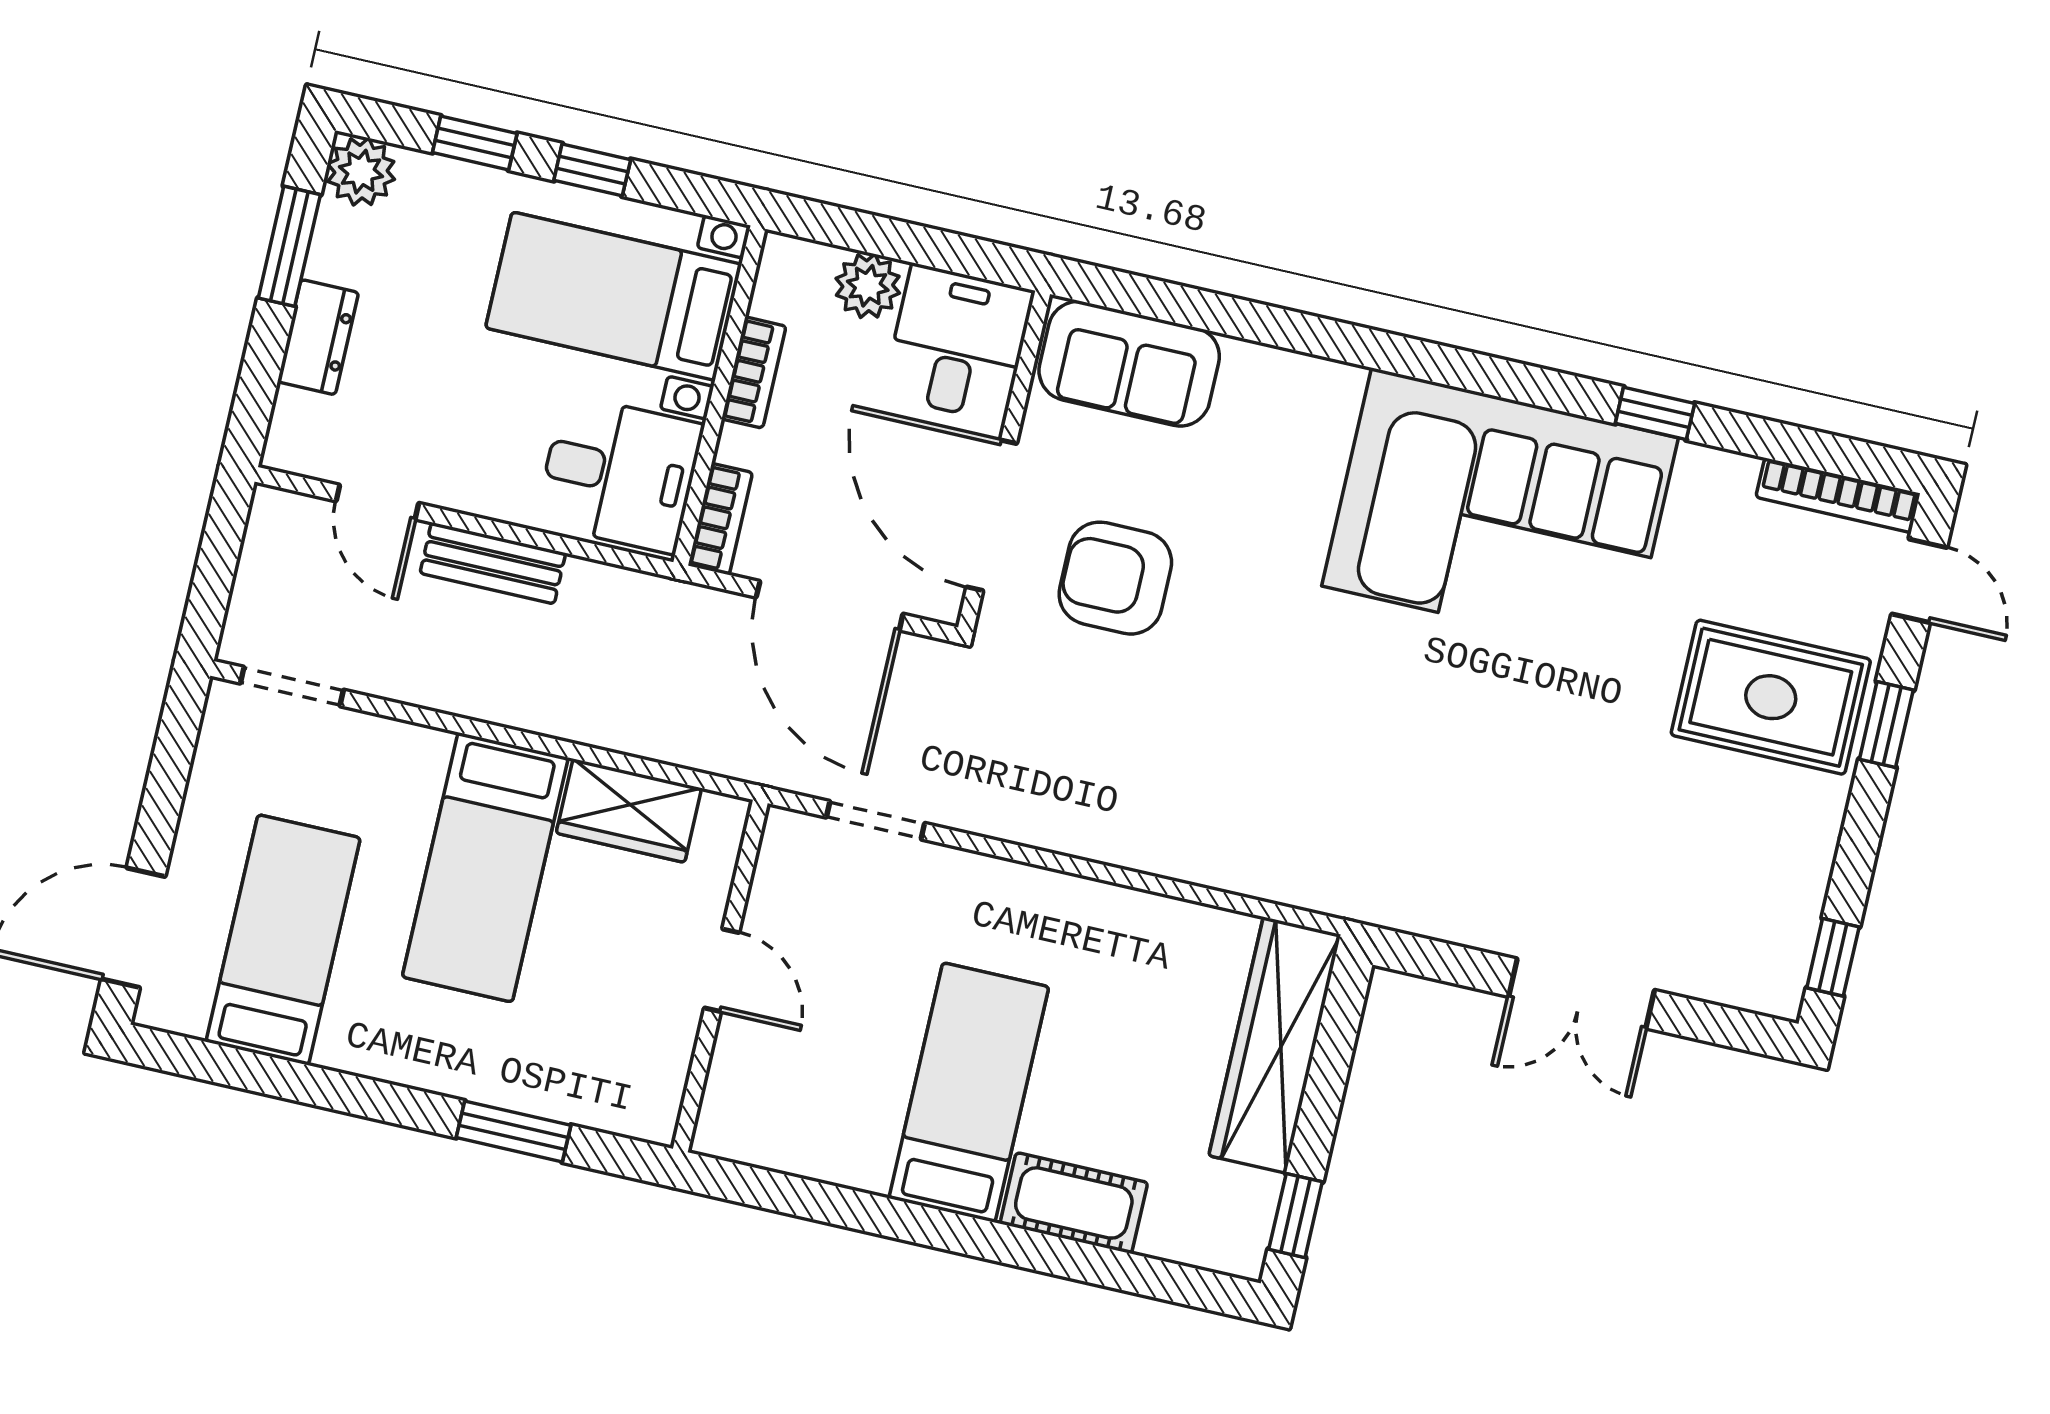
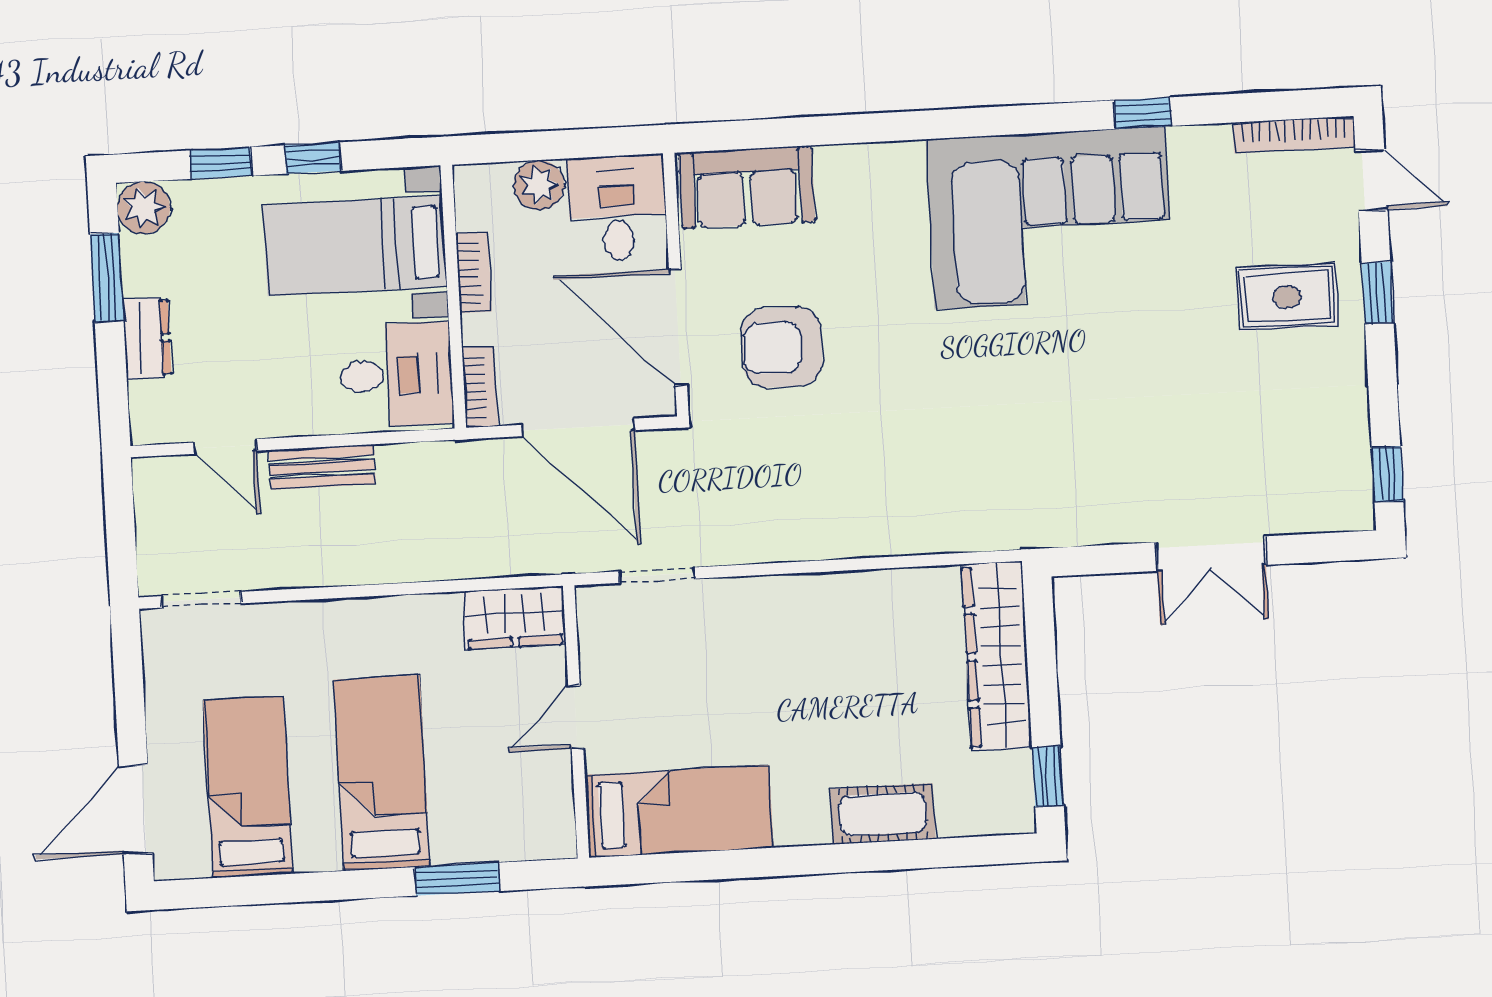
rug: (1771, 697) -> (1287, 297), width x0.73, depth x0.70
wardrobe: (629, 811) -> (514, 618), moved
bed: (485, 867) -> (382, 773), moved, turned 180
door: (722, 970) -> (576, 717), swing flipped
bed: (969, 1092) -> (679, 811), moved, turned 90

